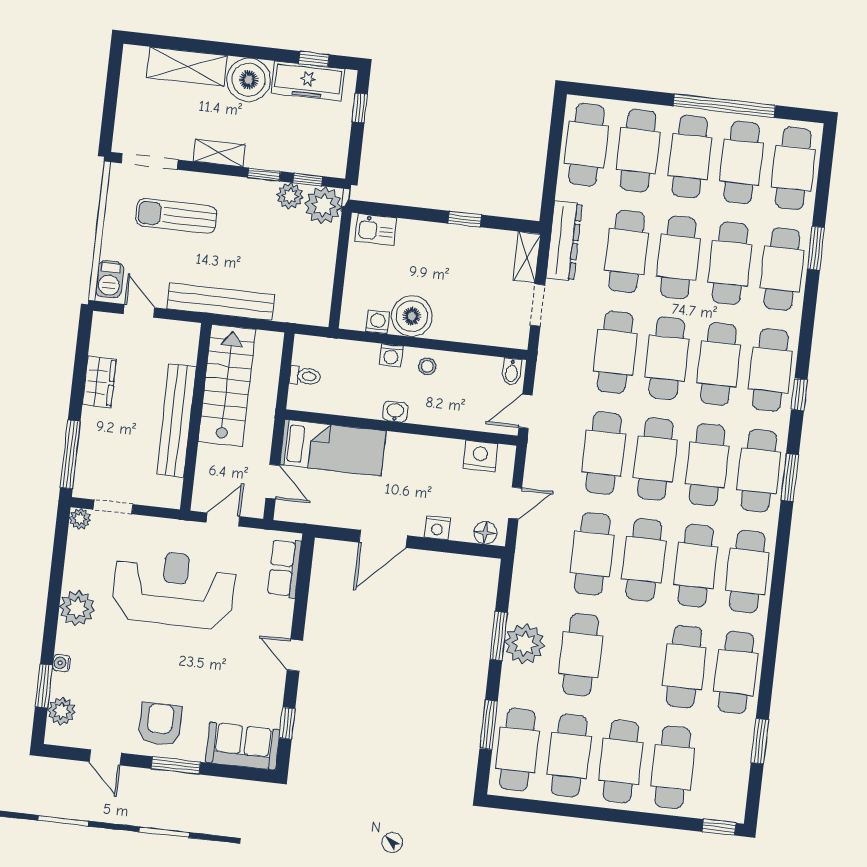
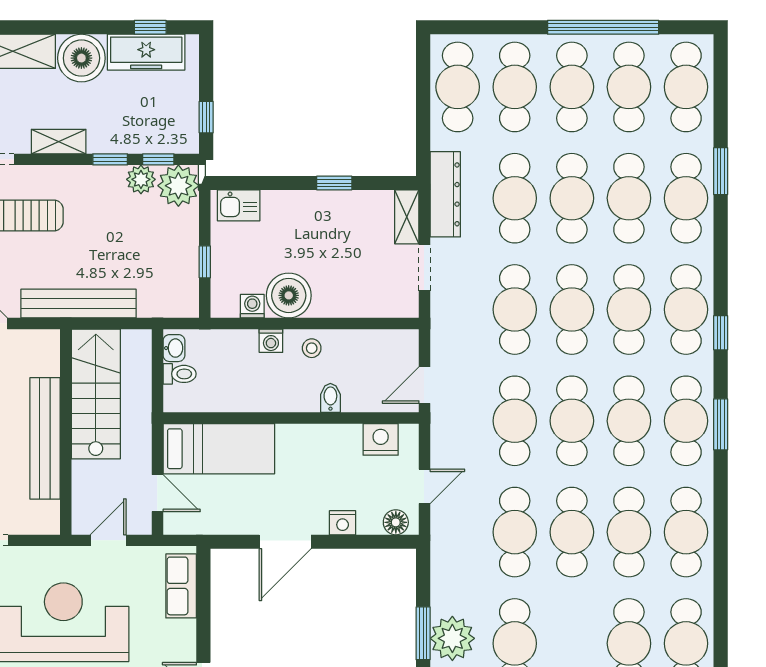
window: (360, 108) -> (206, 117), moved
window: (339, 277) -> (205, 262), added
bidet: (512, 372) -> (330, 398), moved, turned 180
washbasin: (395, 412) -> (174, 348), moved, turned 90

